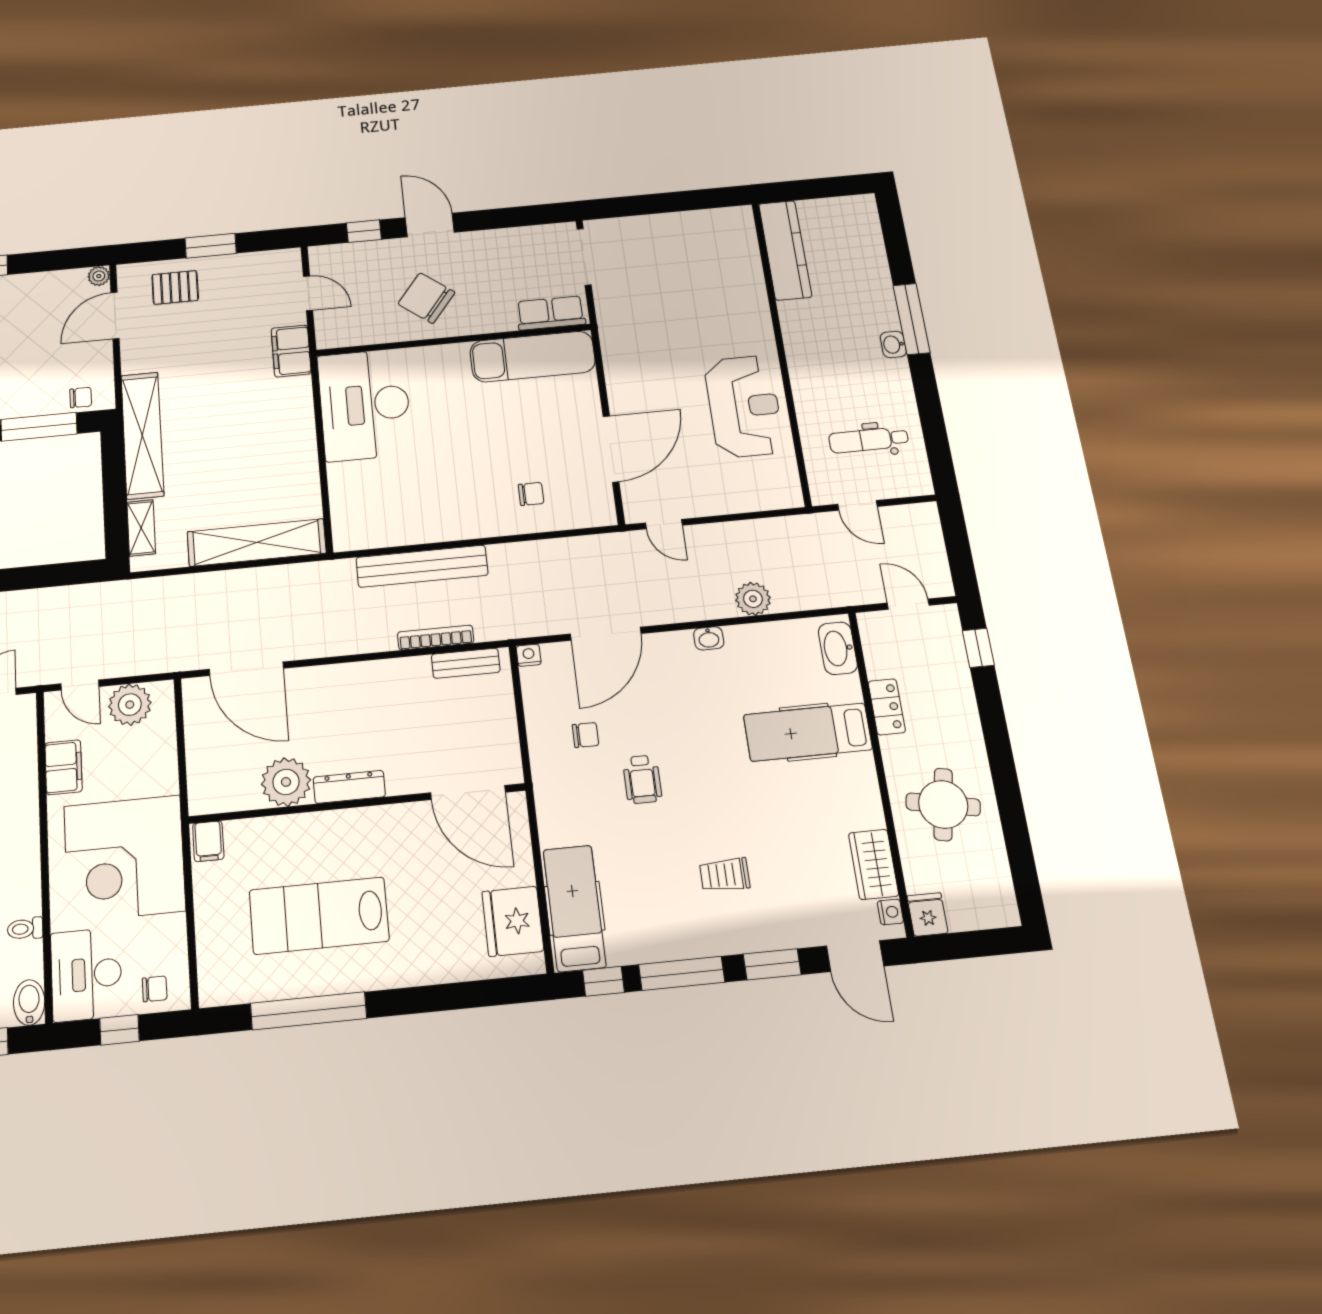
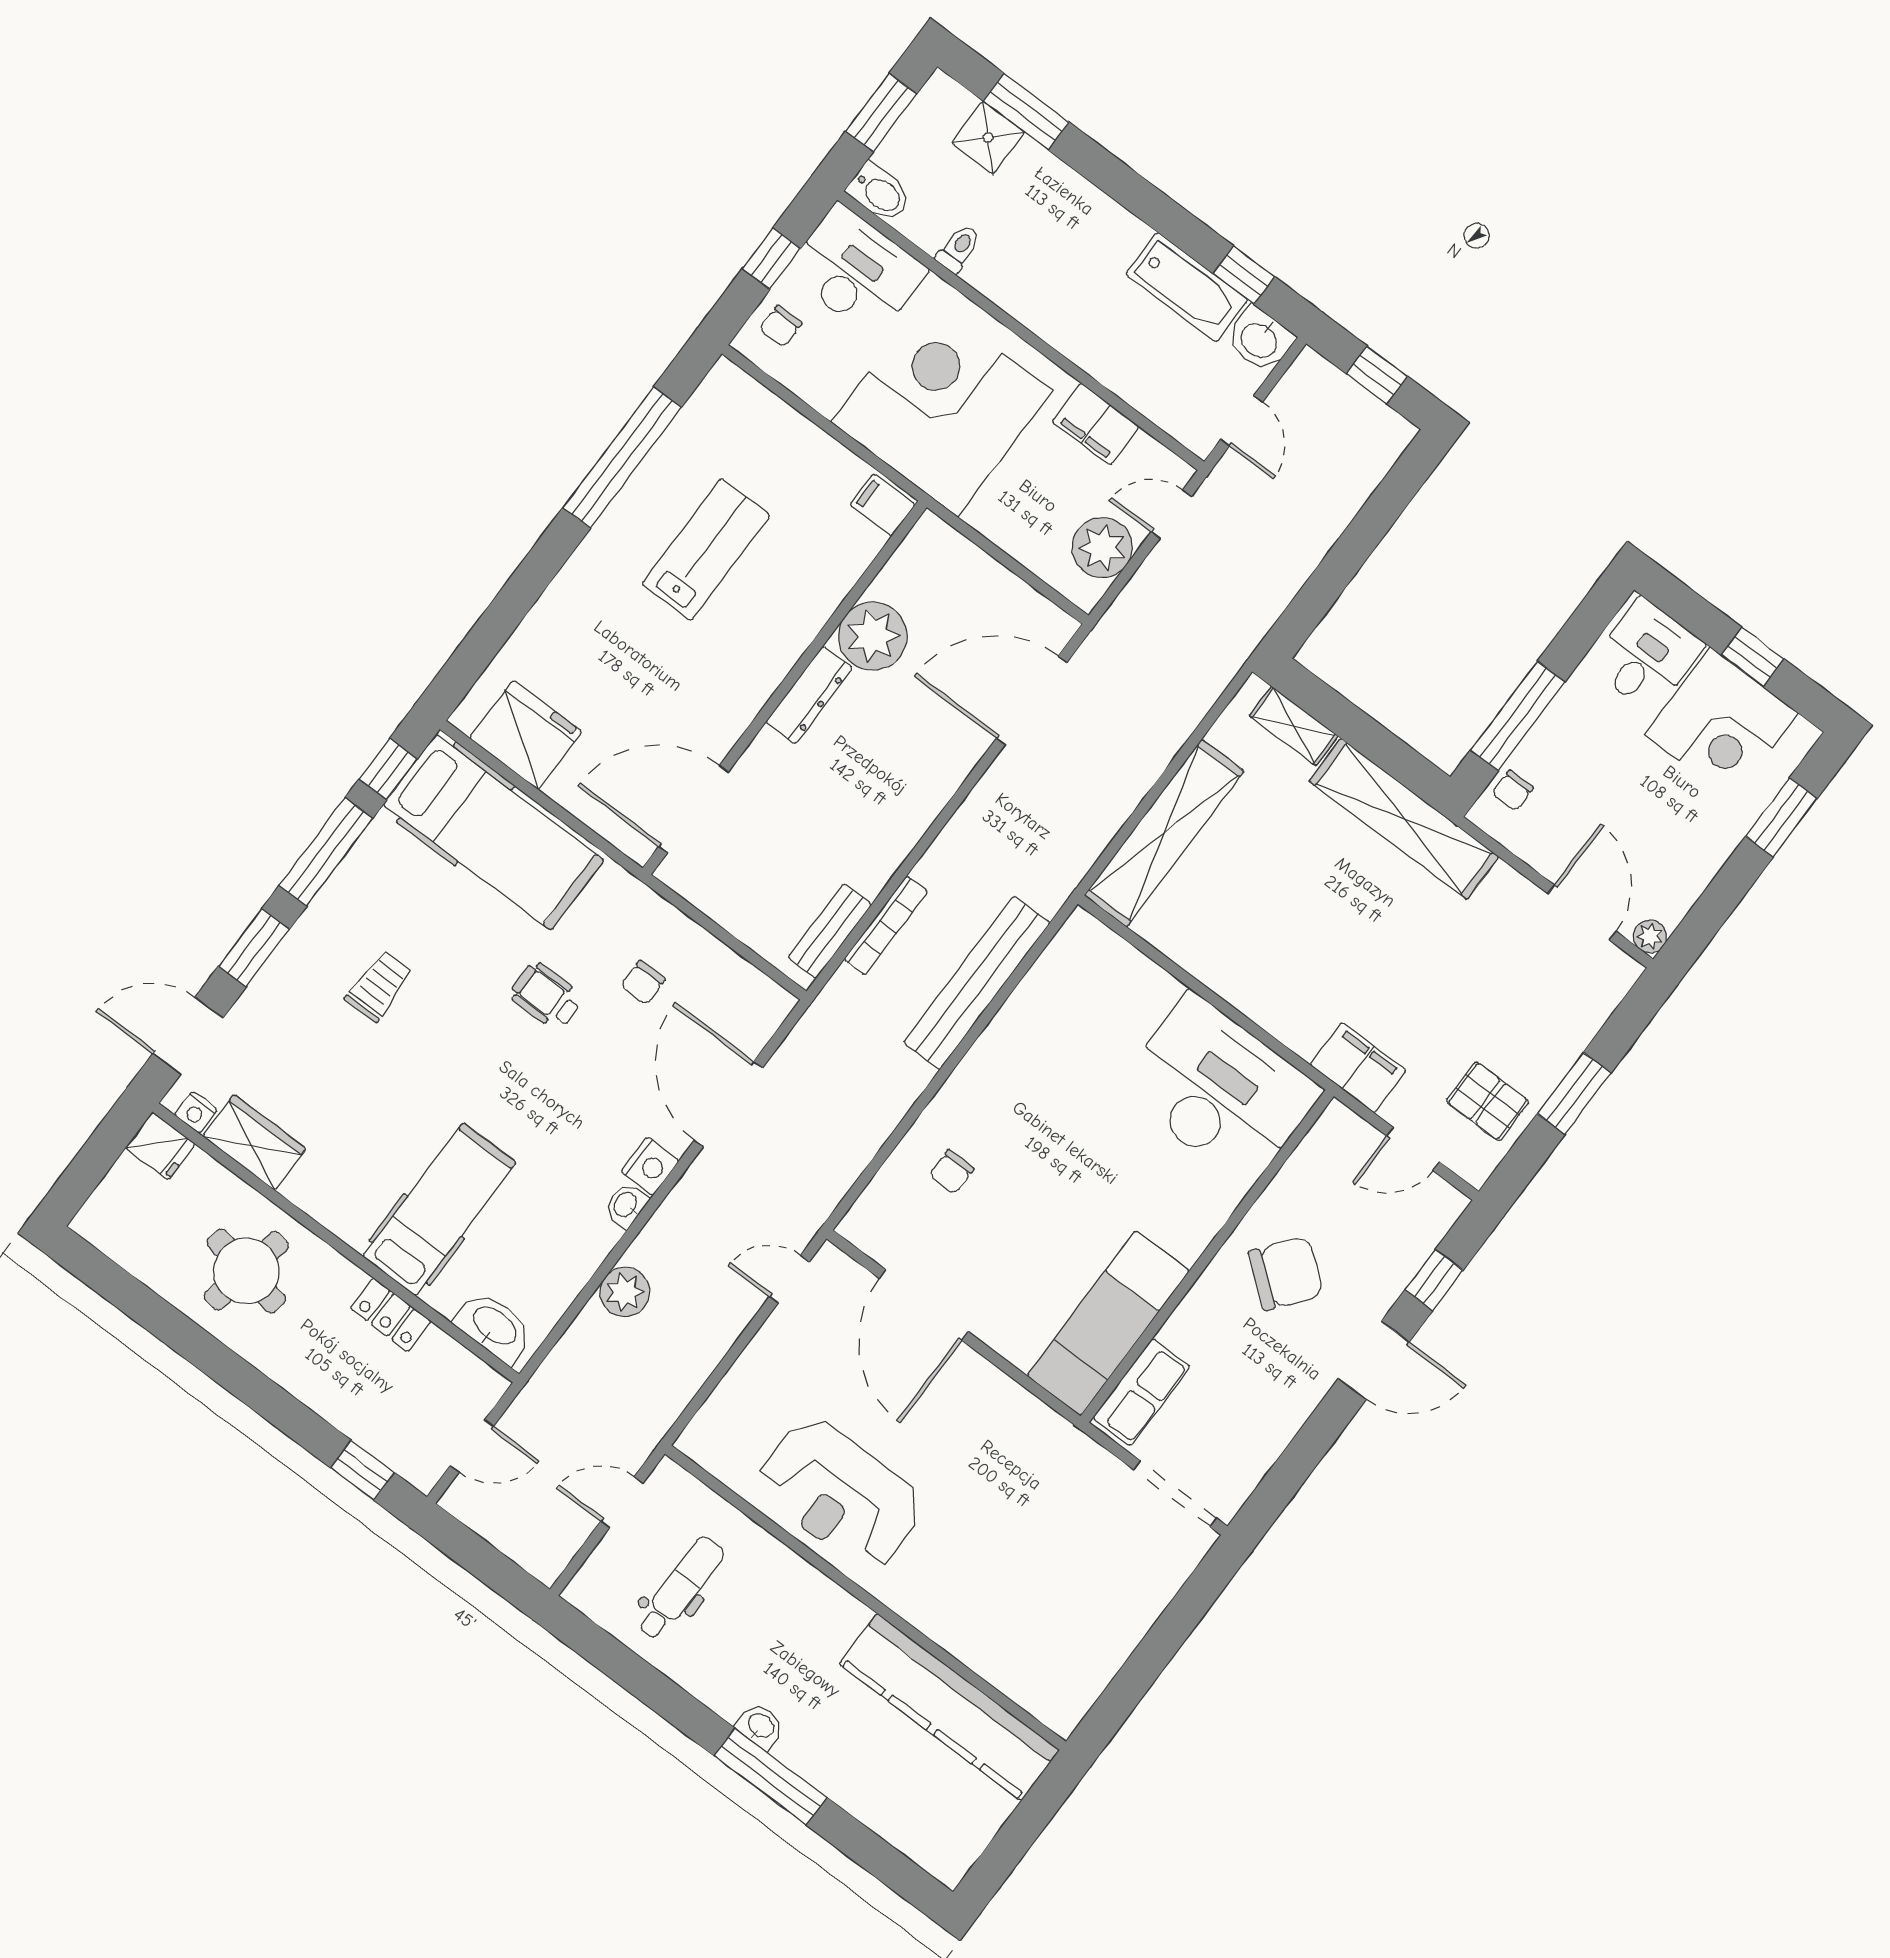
kitchen counter: (785, 250) -> (949, 1707), width x1.39, depth x1.17
pallet: (175, 287) -> (1488, 1101), moved, turned 90
nightstand: (529, 655) -> (650, 1166), moved, width x1.39, depth x1.35
hospital bed: (574, 908) -> (493, 832), width x1.37, depth x1.29
lab bench: (319, 916) -> (706, 550), width x0.73, depth x0.72

